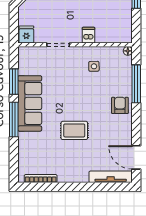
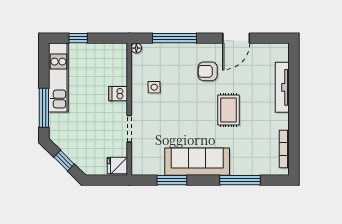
armchair: (120, 105) -> (208, 71), moved
window: (14, 120) -> (240, 180), moved
door: (136, 157) -> (236, 38), moved
tv unit: (111, 177) -> (282, 87), moved

